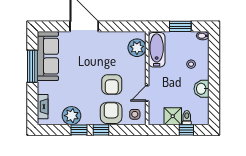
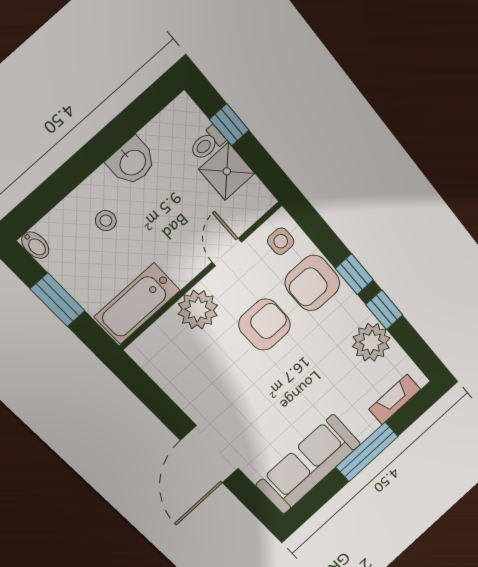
plant: (137, 48) -> (198, 310), moved
window: (32, 66) -> (367, 452), moved
door: (147, 93) -> (227, 252), swing flipped

